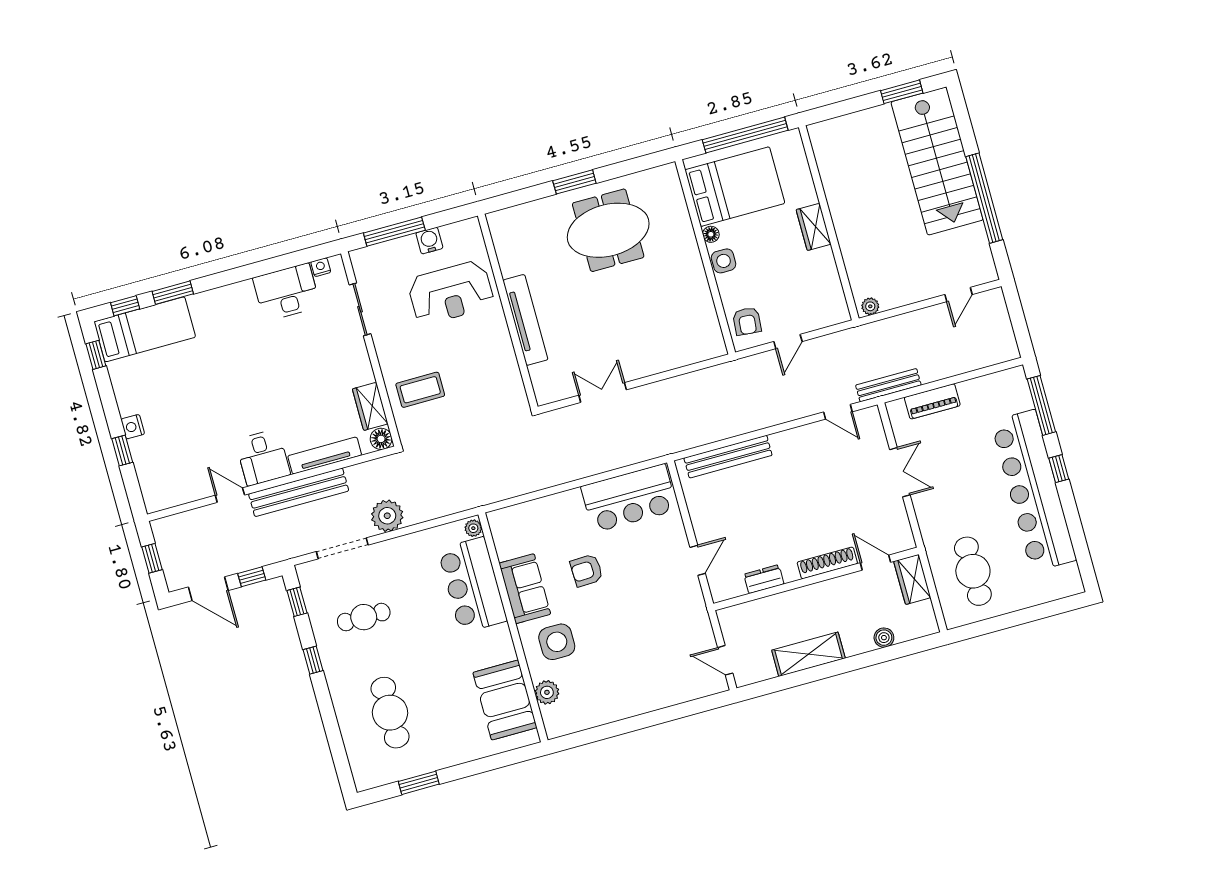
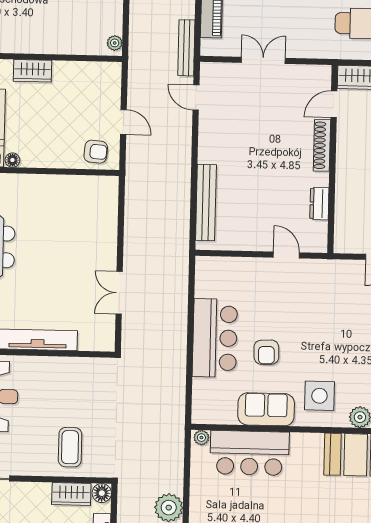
side table: (724, 261) -> (38, 156), removed
door: (838, 412) -> (196, 98), swing flipped
bar counter: (629, 498) -> (215, 338), moved

